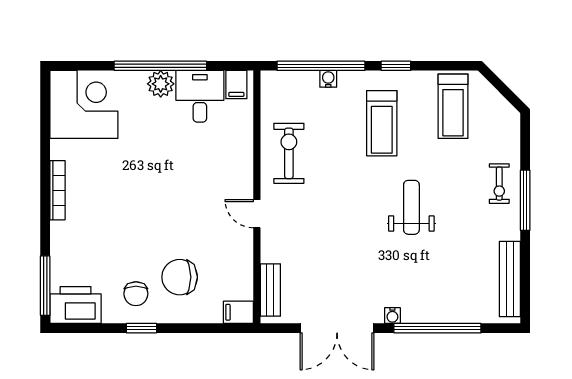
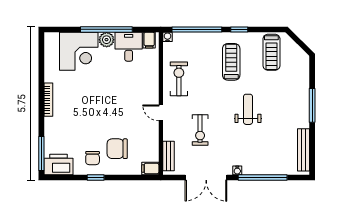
water cooler: (328, 79) -> (167, 37), moved
corner desk: (84, 104) -> (79, 51), moved, turned 90
treadmill: (382, 123) -> (231, 62), turned 180
exercise bike: (499, 184) -> (200, 130), moved, width x1.38, depth x1.39

